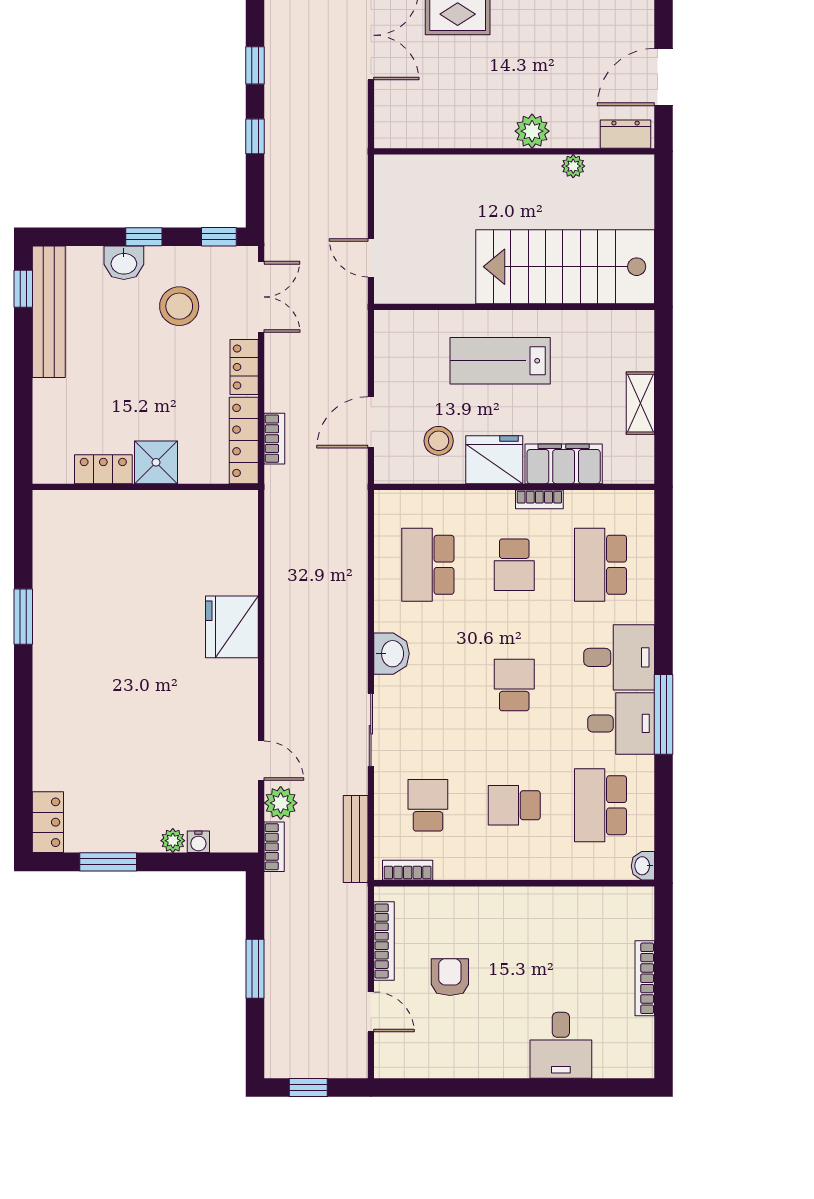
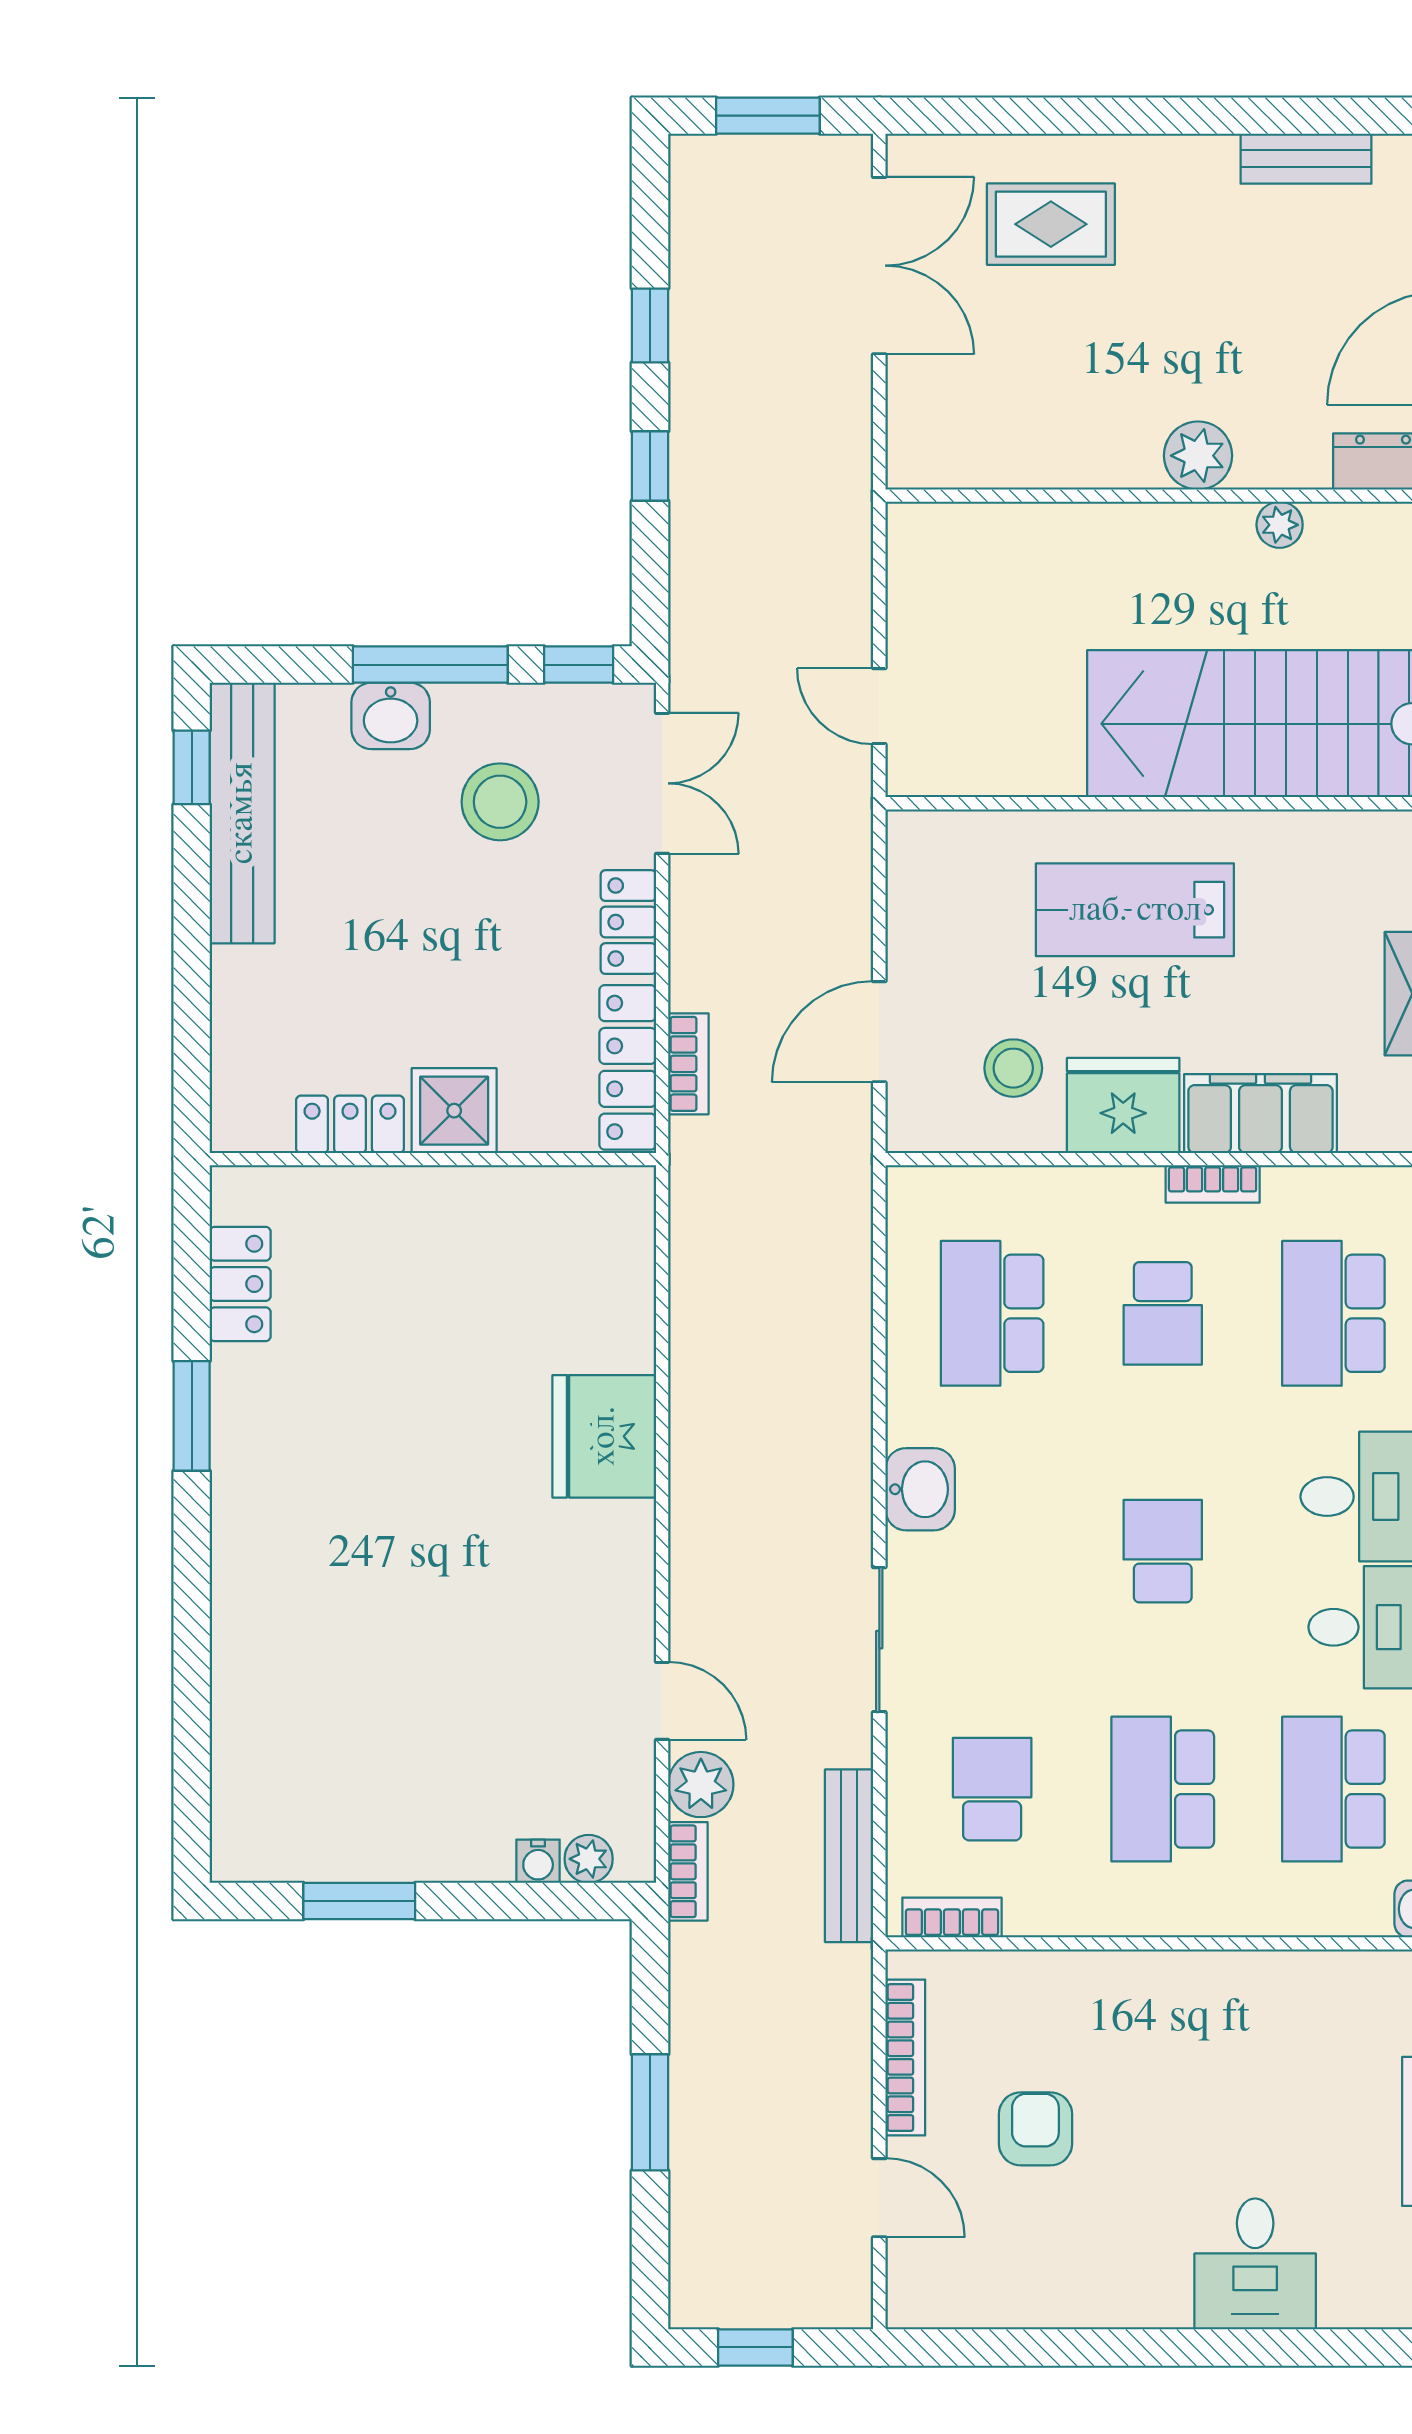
window: (144, 237) -> (430, 665), width x2.17
school desk: (514, 805) -> (1163, 1789), width x1.85
locker: (48, 822) -> (240, 1284), moved
plant: (173, 841) -> (589, 1859), moved

